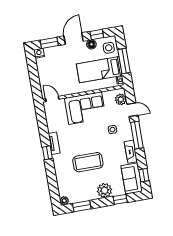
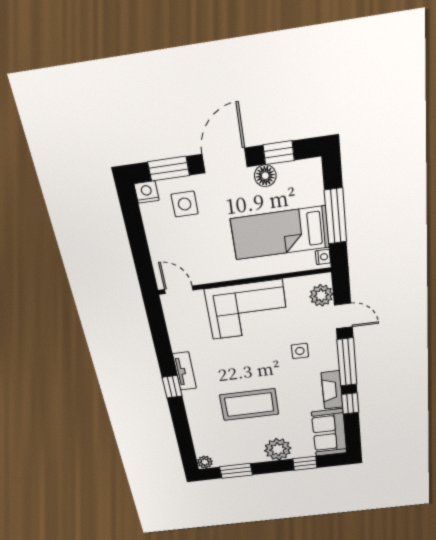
side table: (109, 48) -> (185, 204), moved
window: (144, 175) -> (350, 403), moved

